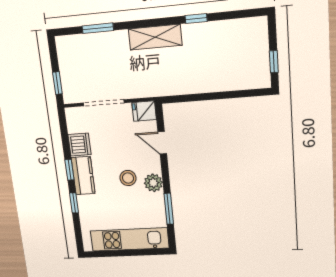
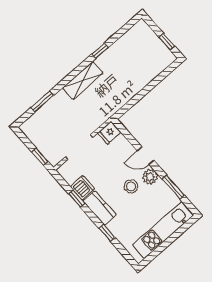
door: (162, 143) -> (146, 156), moved
window: (69, 170) -> (77, 199), moved

